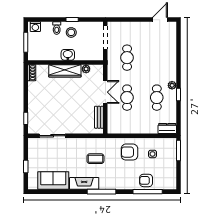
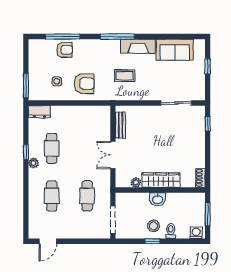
cafe table: (127, 98) -> (52, 196), moved

